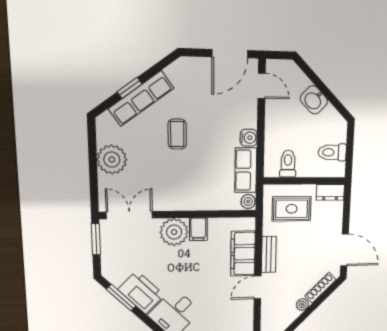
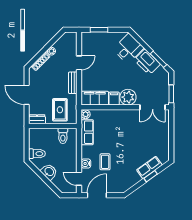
row of seats: (141, 98) -> (149, 167), width x0.68
coffee table: (177, 134) -> (105, 162), moved
water cooler: (249, 138) -> (86, 163), moved
toilet: (332, 152) -> (37, 154), moved
plant: (112, 159) -> (161, 138), removed
rug: (292, 209) -> (60, 110), turned 90
door: (345, 250) -> (27, 95), moved
filing cabinet: (243, 254) -> (95, 98), moved, turned -90

